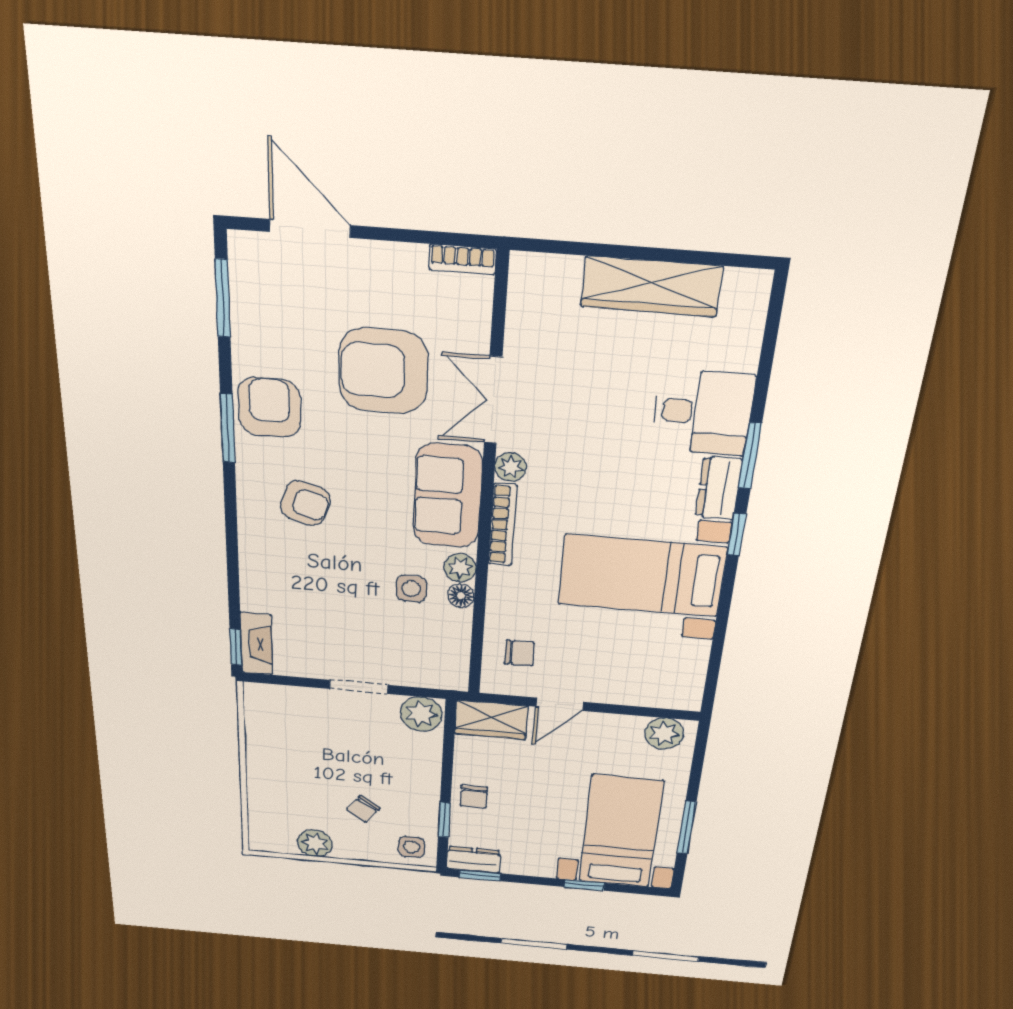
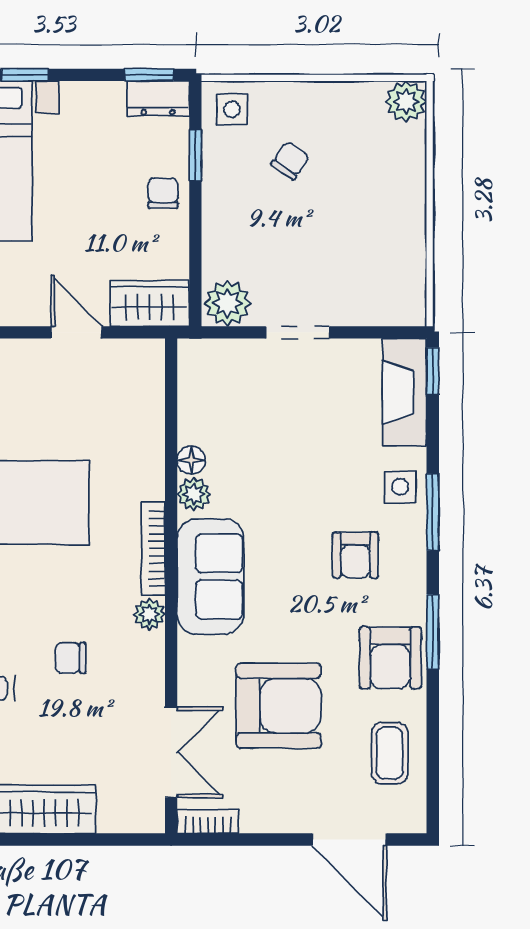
window: (223, 298) -> (433, 512), moved
coffee table: (268, 315) -> (390, 753), added
double door: (493, 400) -> (171, 752), moved
armchair: (305, 503) -> (355, 555), turned -107
side table: (411, 589) -> (400, 487), moved
fireplace: (256, 644) -> (405, 392), width x1.37, depth x1.32
chair: (519, 653) -> (70, 658), moved
door: (560, 704) -> (77, 332), hinge flipped
plant: (315, 843) -> (406, 102), moved

